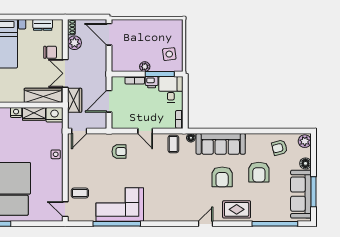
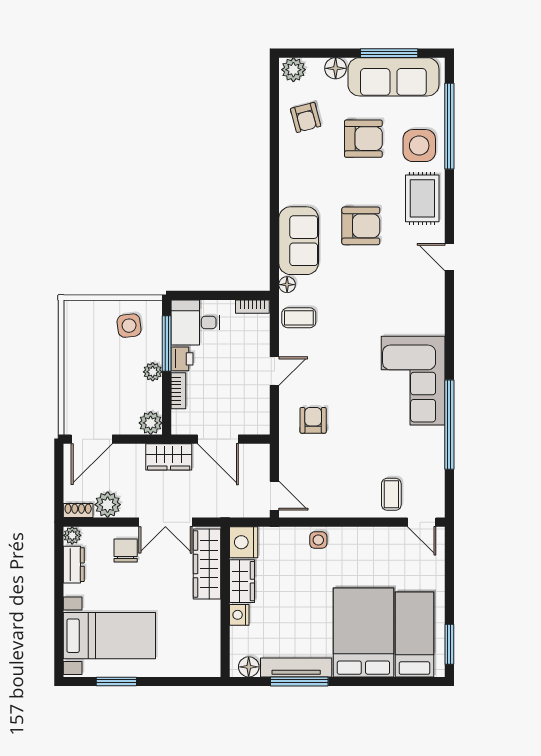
plant: (58, 24) -> (72, 535), added
plant: (118, 65) -> (151, 423), added
wardrobe: (75, 100) -> (169, 457), moved, turned 180
sofa: (221, 144) -> (299, 241), width x0.73
armchair: (259, 172) -> (363, 139), moved
corner sofa: (120, 205) -> (413, 381), moved
side table: (265, 208) -> (419, 146), added
door: (65, 209) -> (422, 522), hinge flipped

